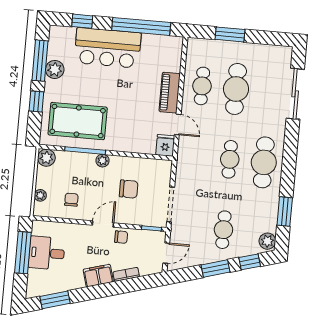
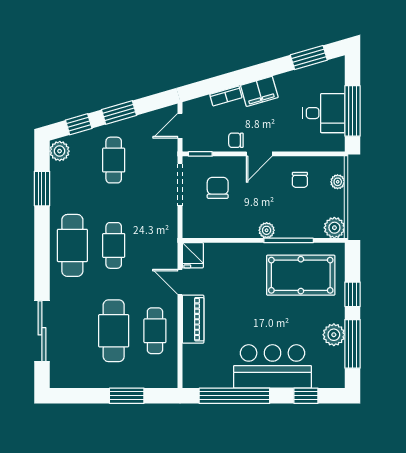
chair: (129, 189) -> (218, 188), moved, turned 90

